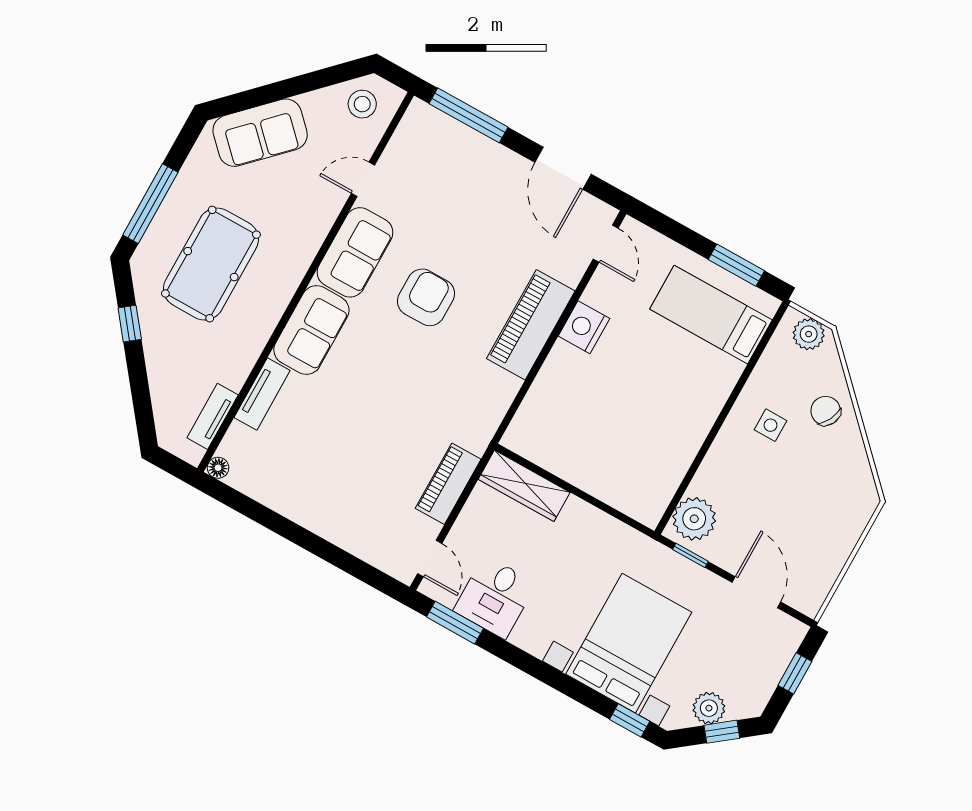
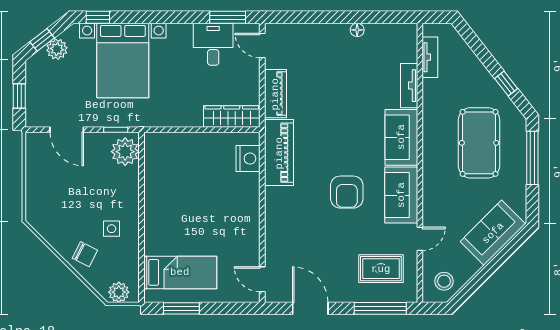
rug: (438, 168) -> (381, 269), added
piano: (531, 325) -> (279, 153), moved
nightstand: (584, 327) -> (248, 158), moved
floor lamp: (218, 468) -> (357, 30), moved

